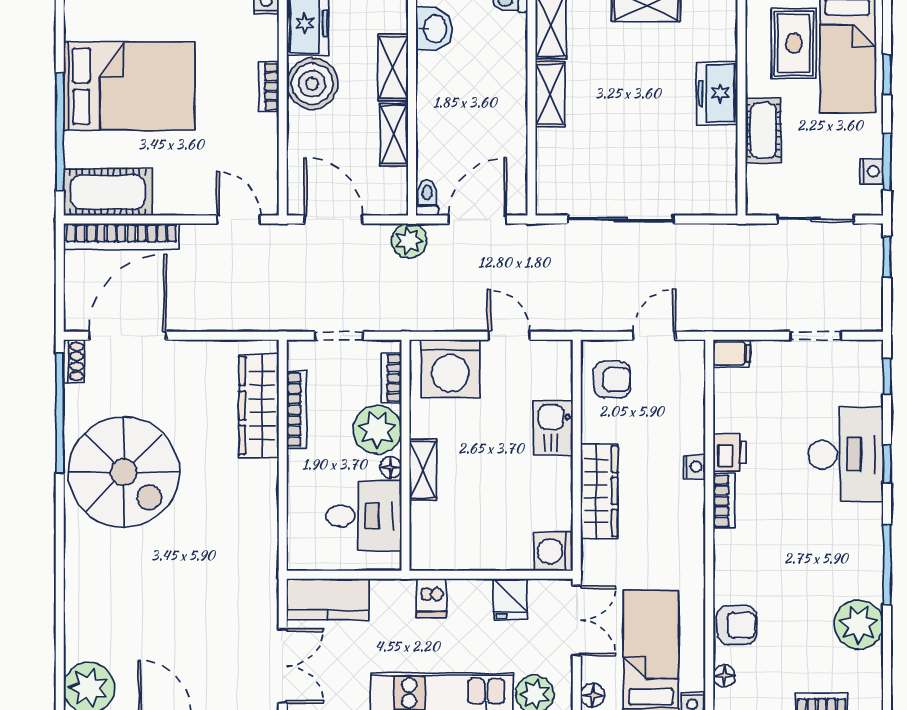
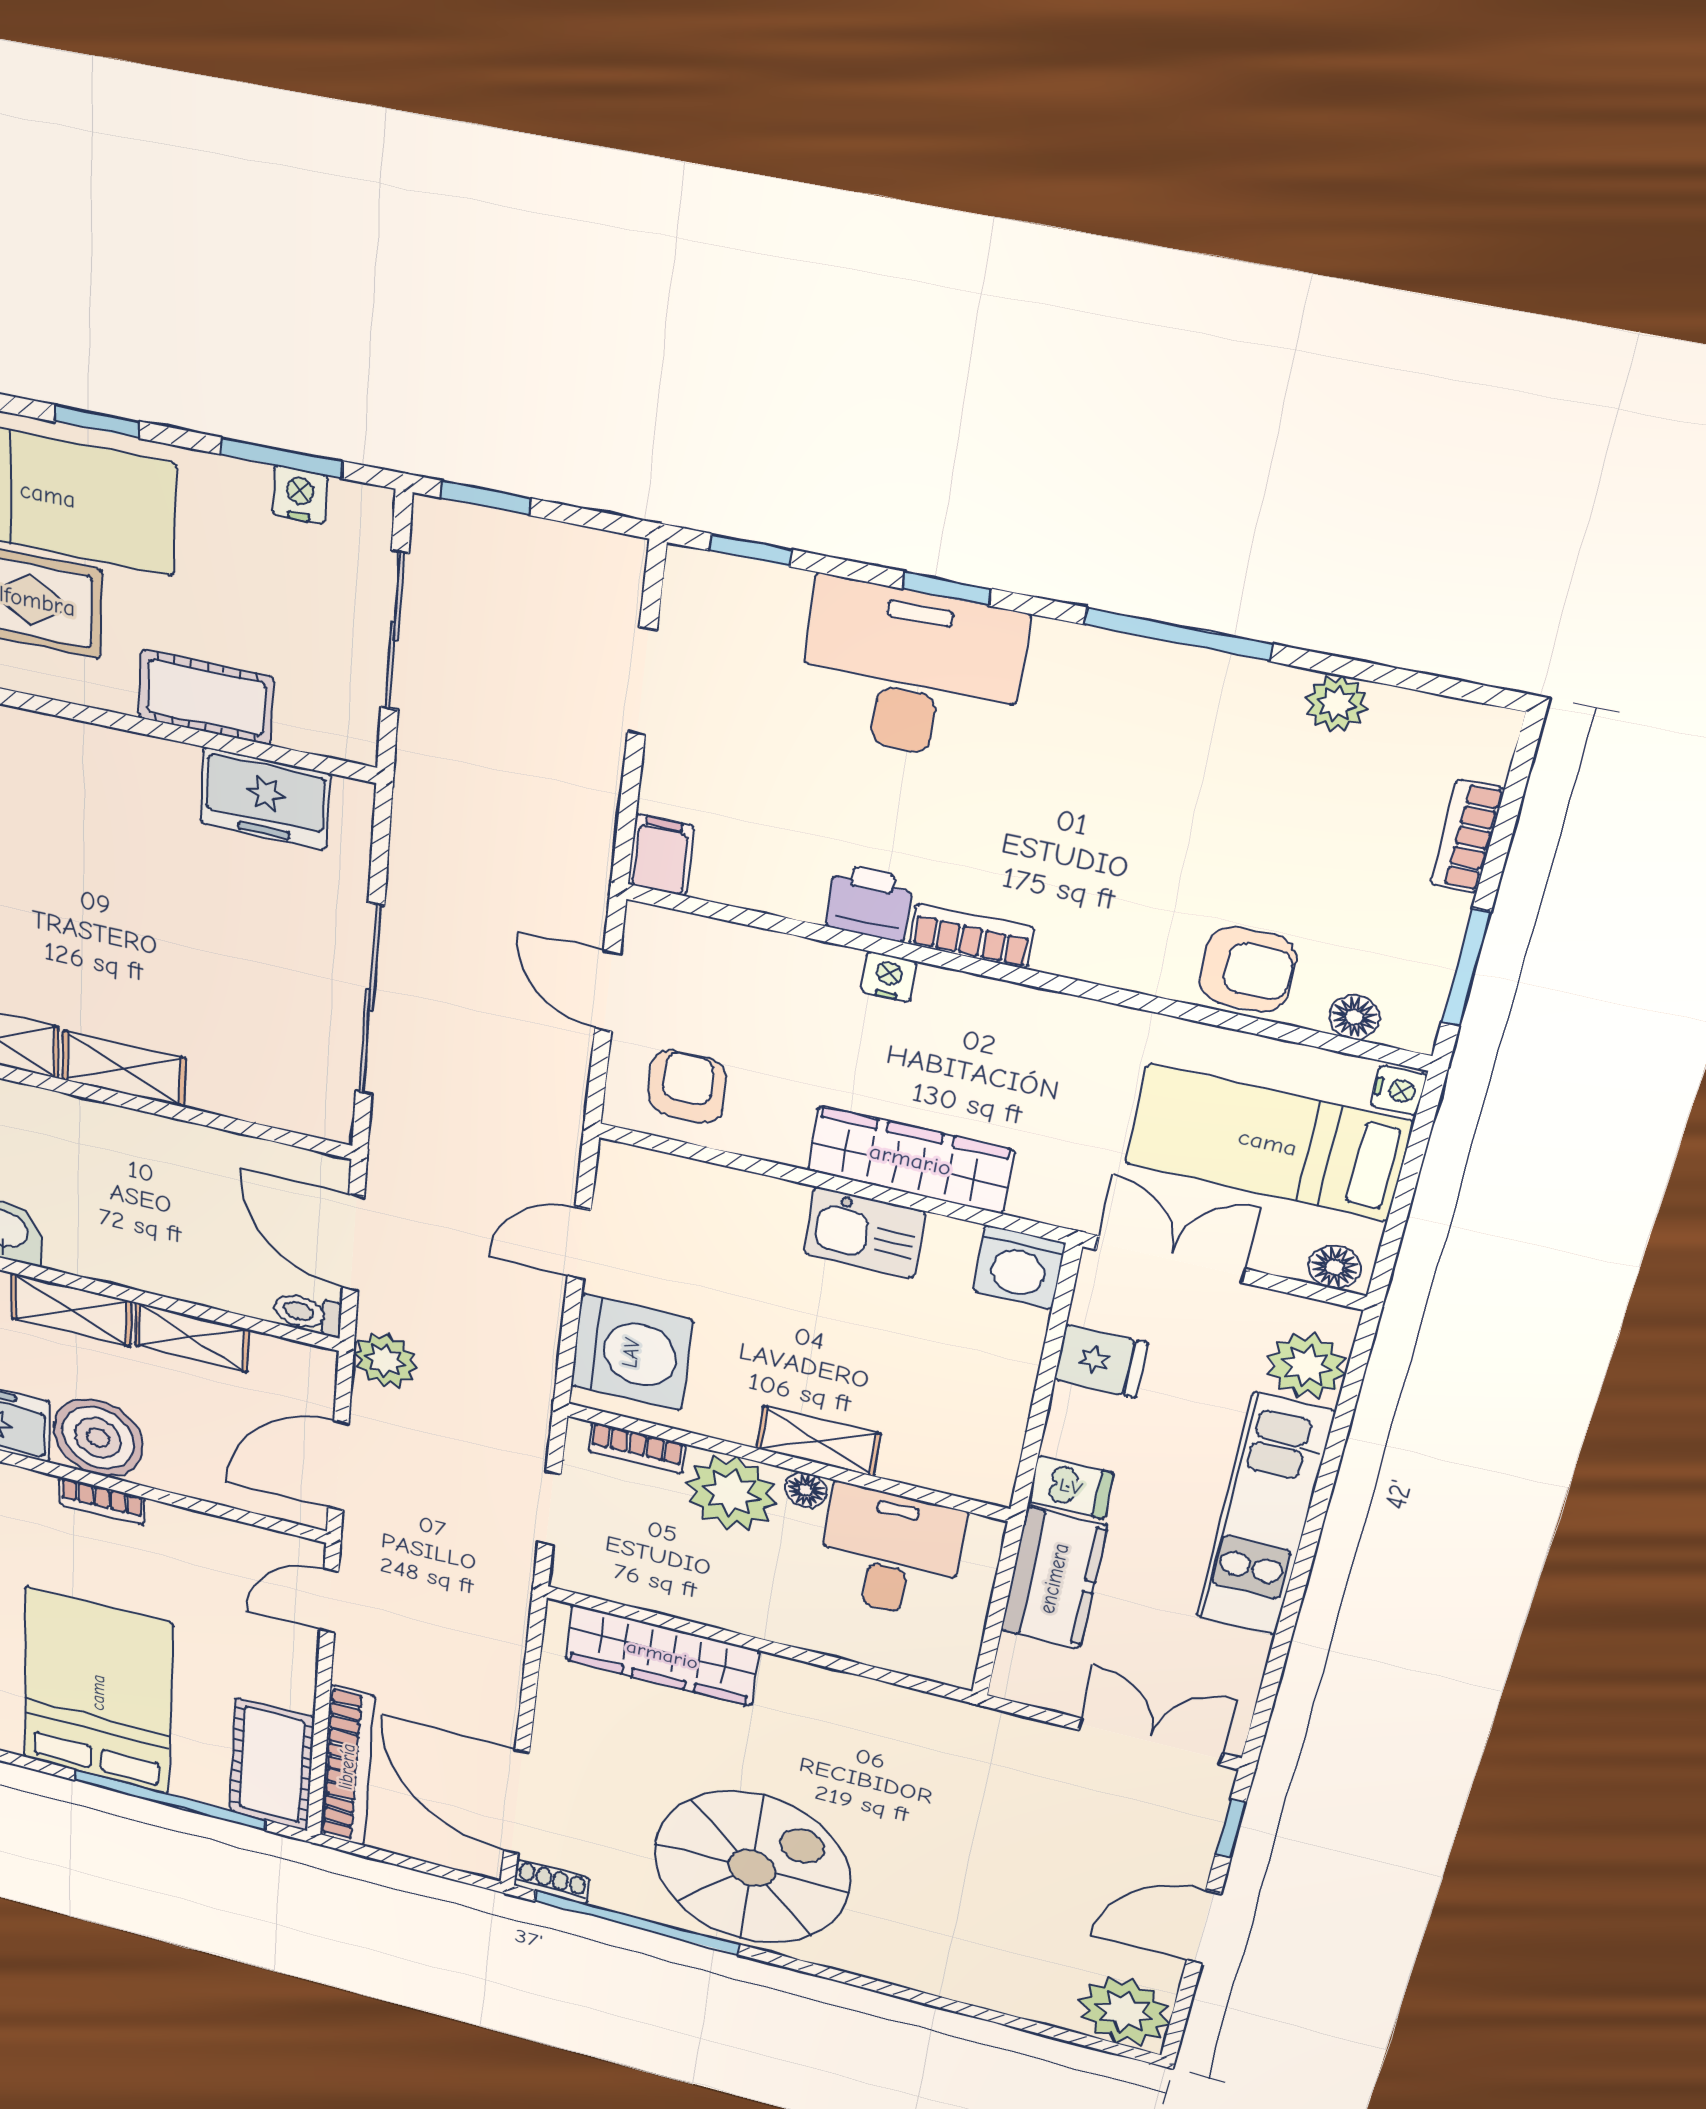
freezer: (717, 93) -> (265, 799), moved
bookcase: (297, 410) -> (677, 1603), removed
kitchen sink: (553, 428) -> (864, 1232), moved
kitchen counter: (328, 599) -> (1054, 1578), moved
armchair: (737, 625) -> (1248, 969), turned 90
plant: (859, 625) -> (1337, 704), width x0.53, depth x0.53

